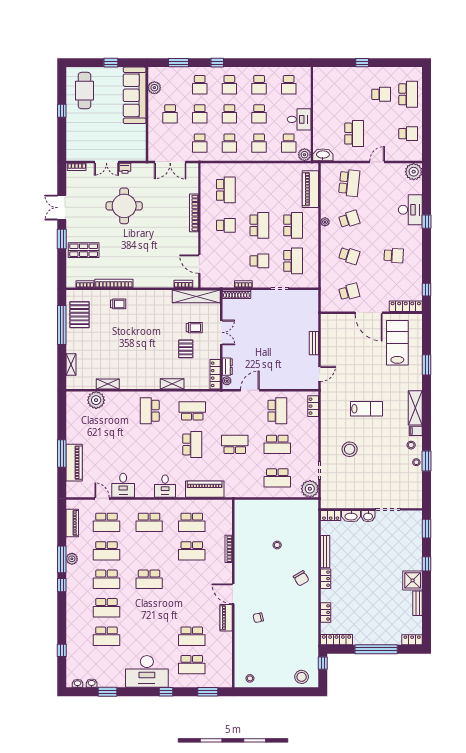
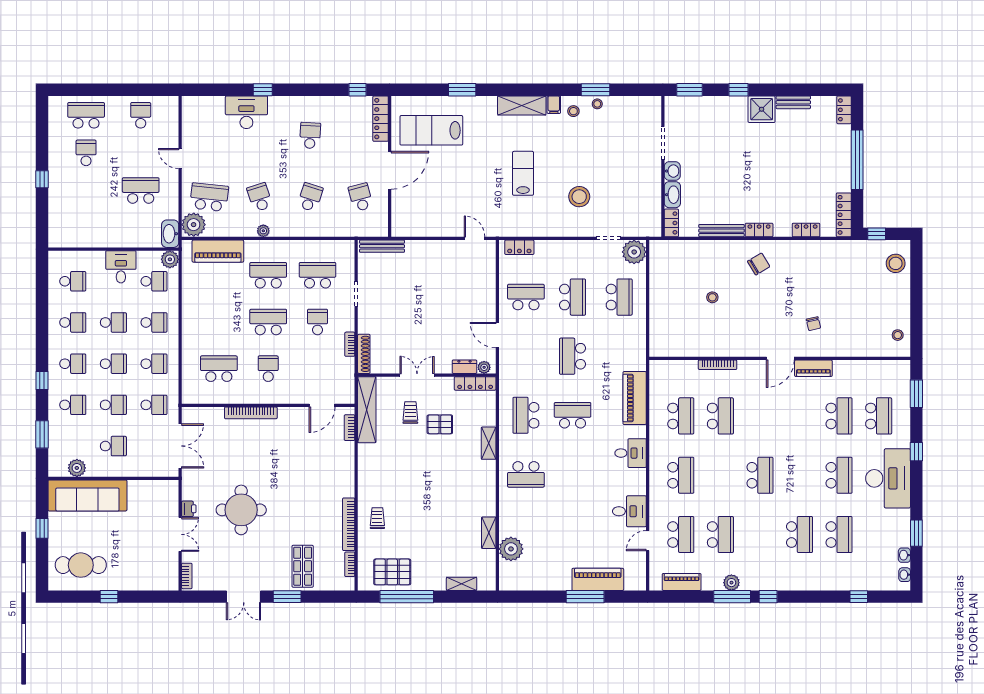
plant: (414, 172) -> (194, 225), moved
bench: (314, 343) -> (382, 246), moved, width x1.36
school desk: (106, 579) -> (839, 475), moved

